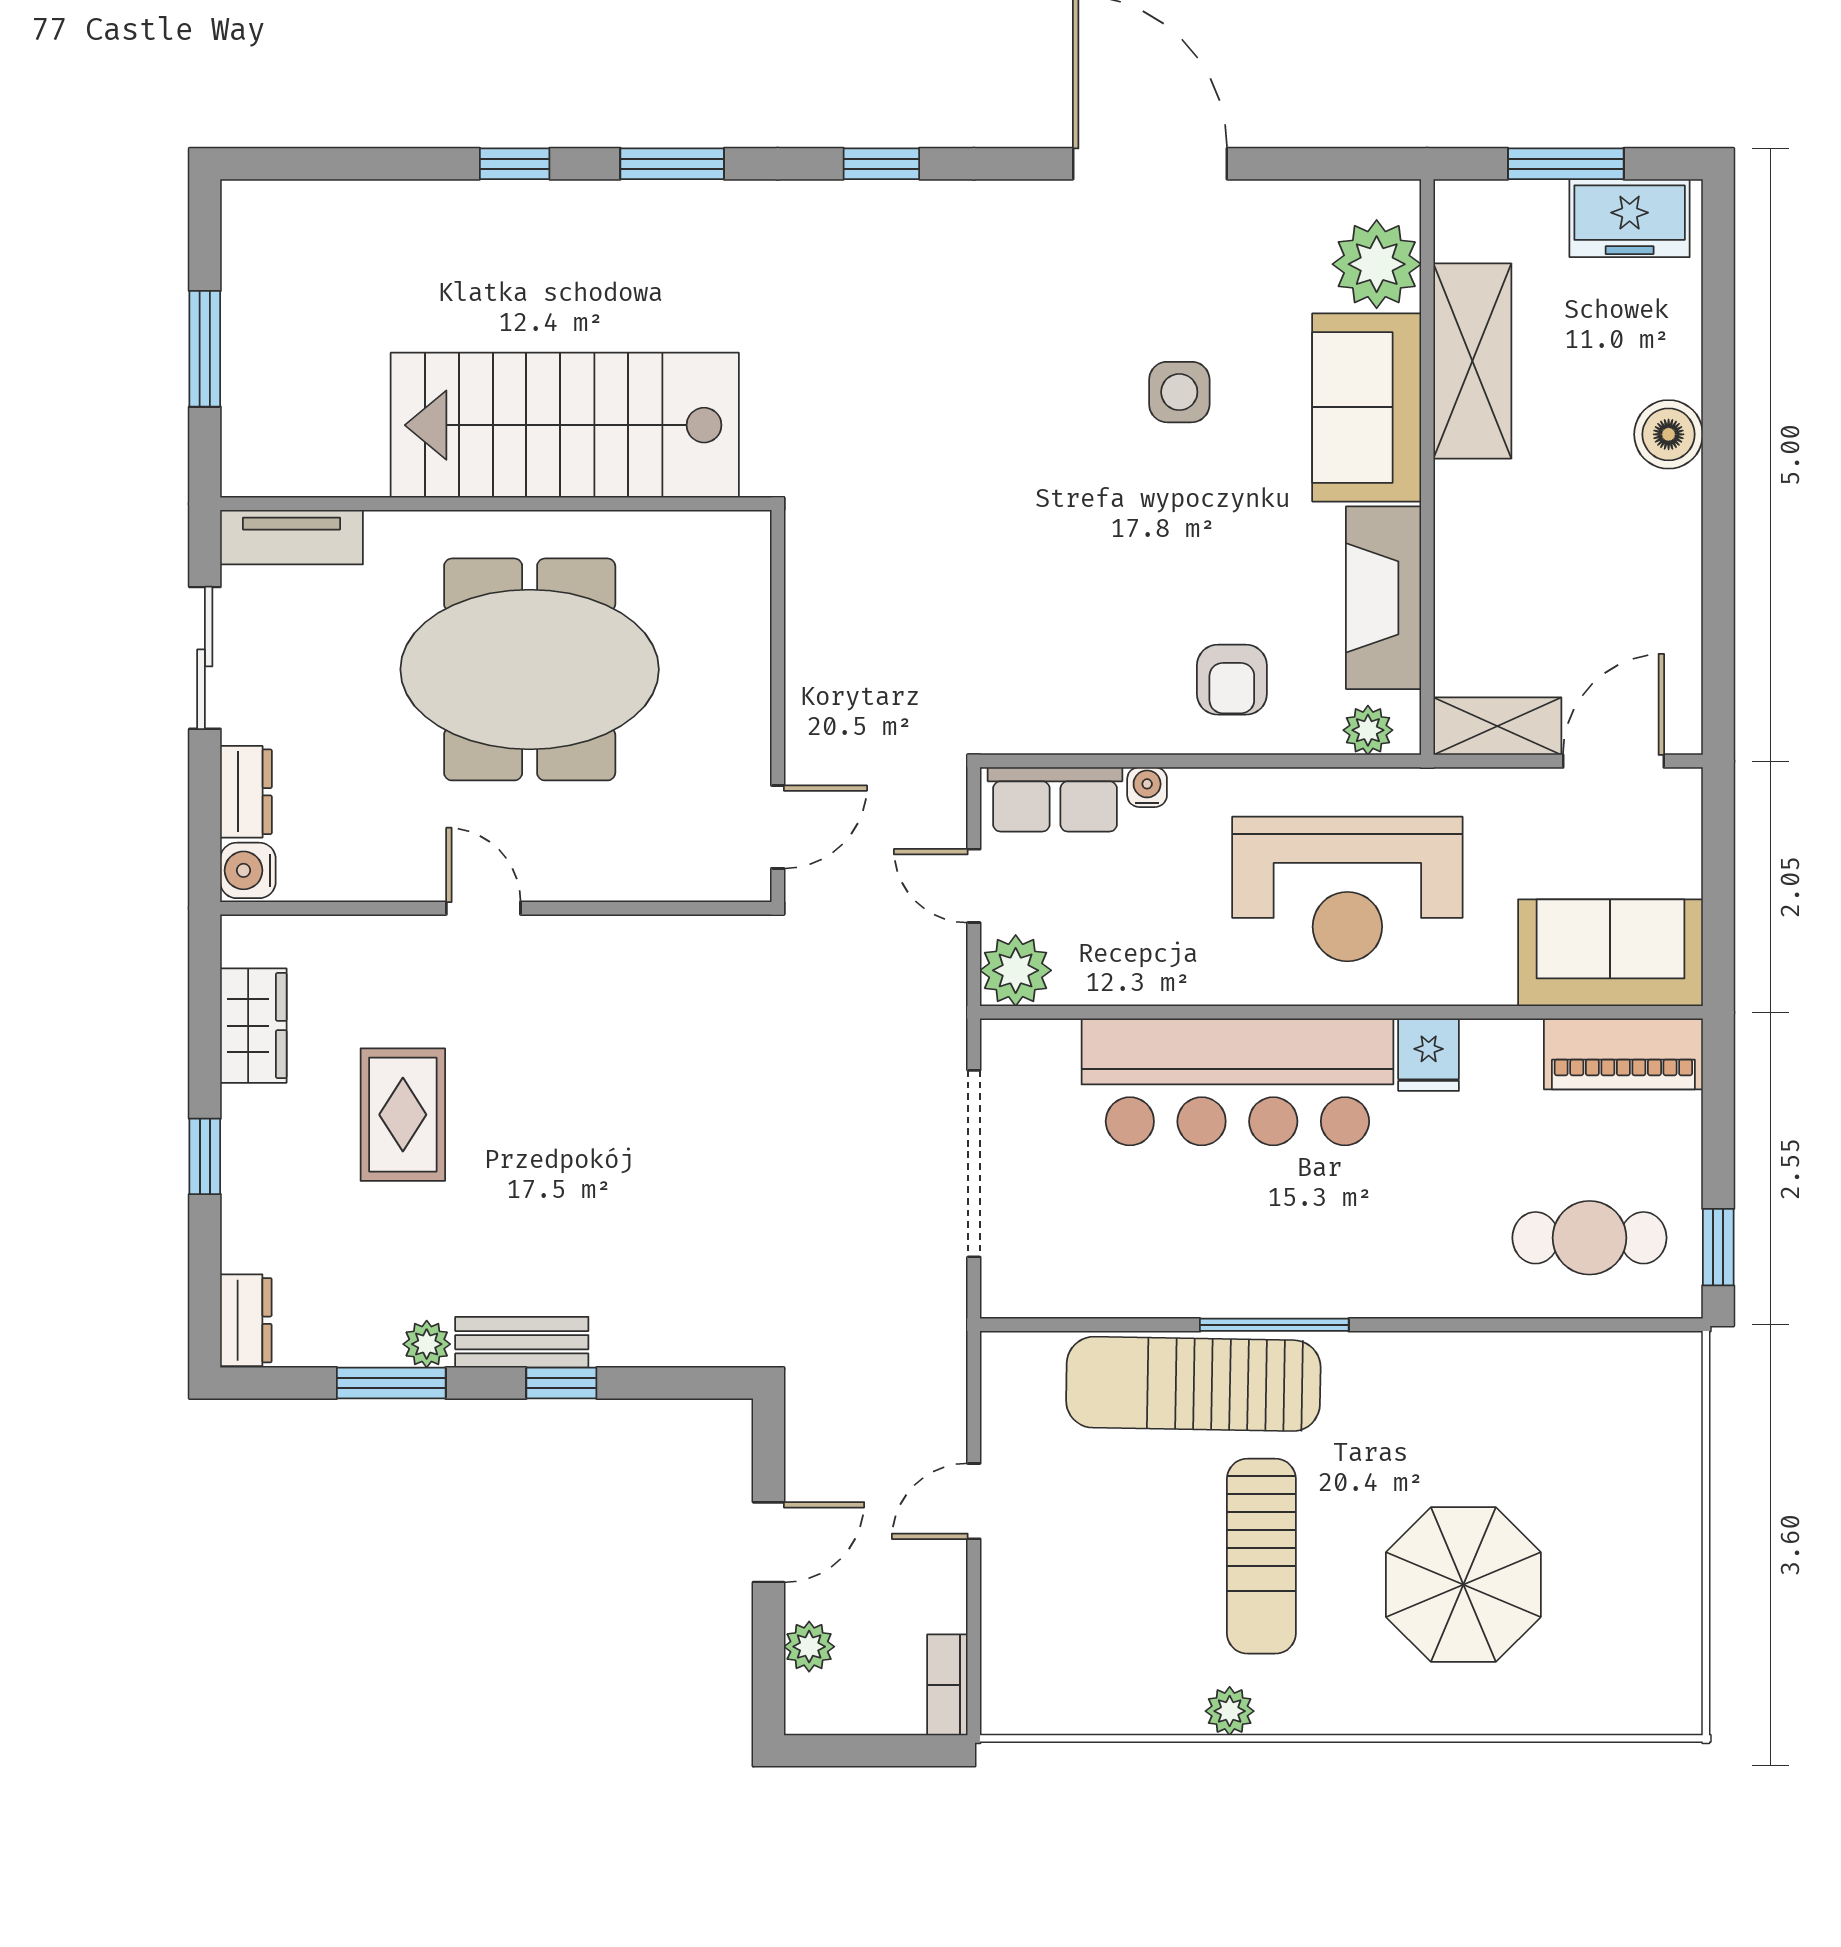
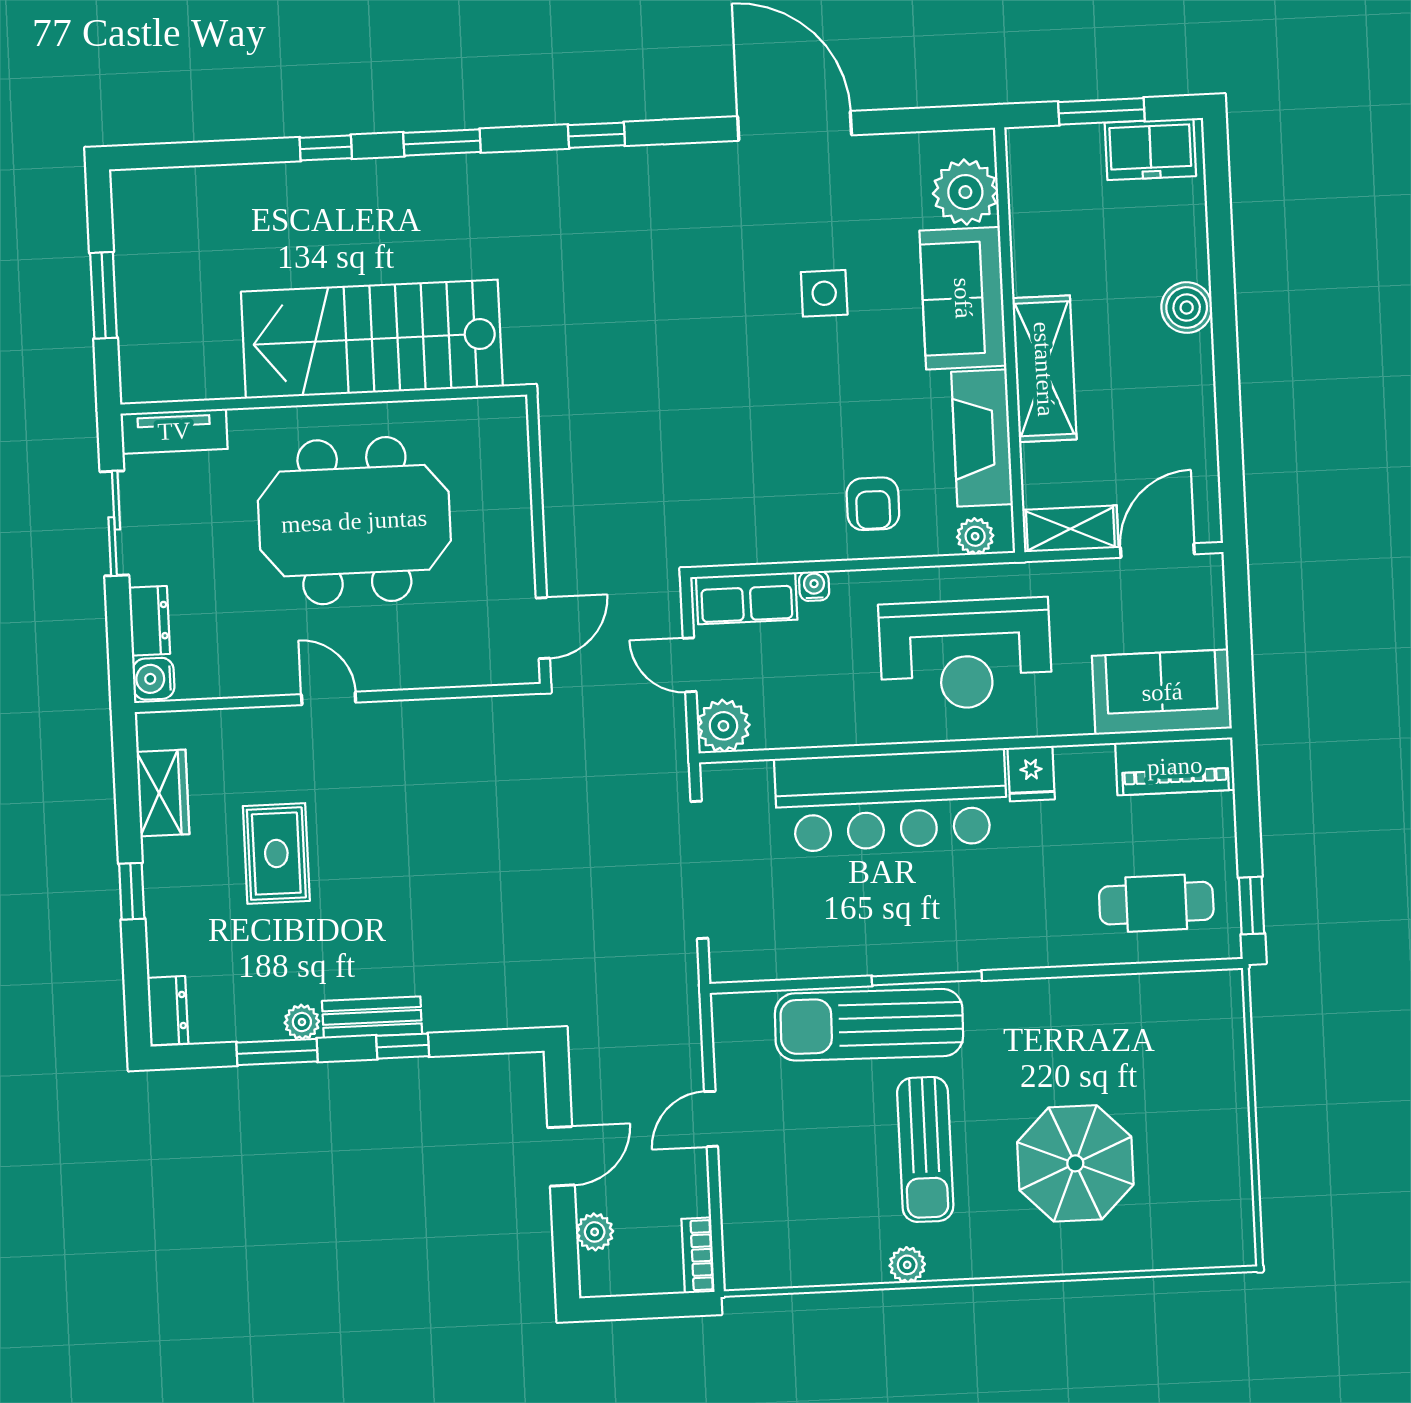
shelving: (1472, 361) -> (1044, 369), moved

